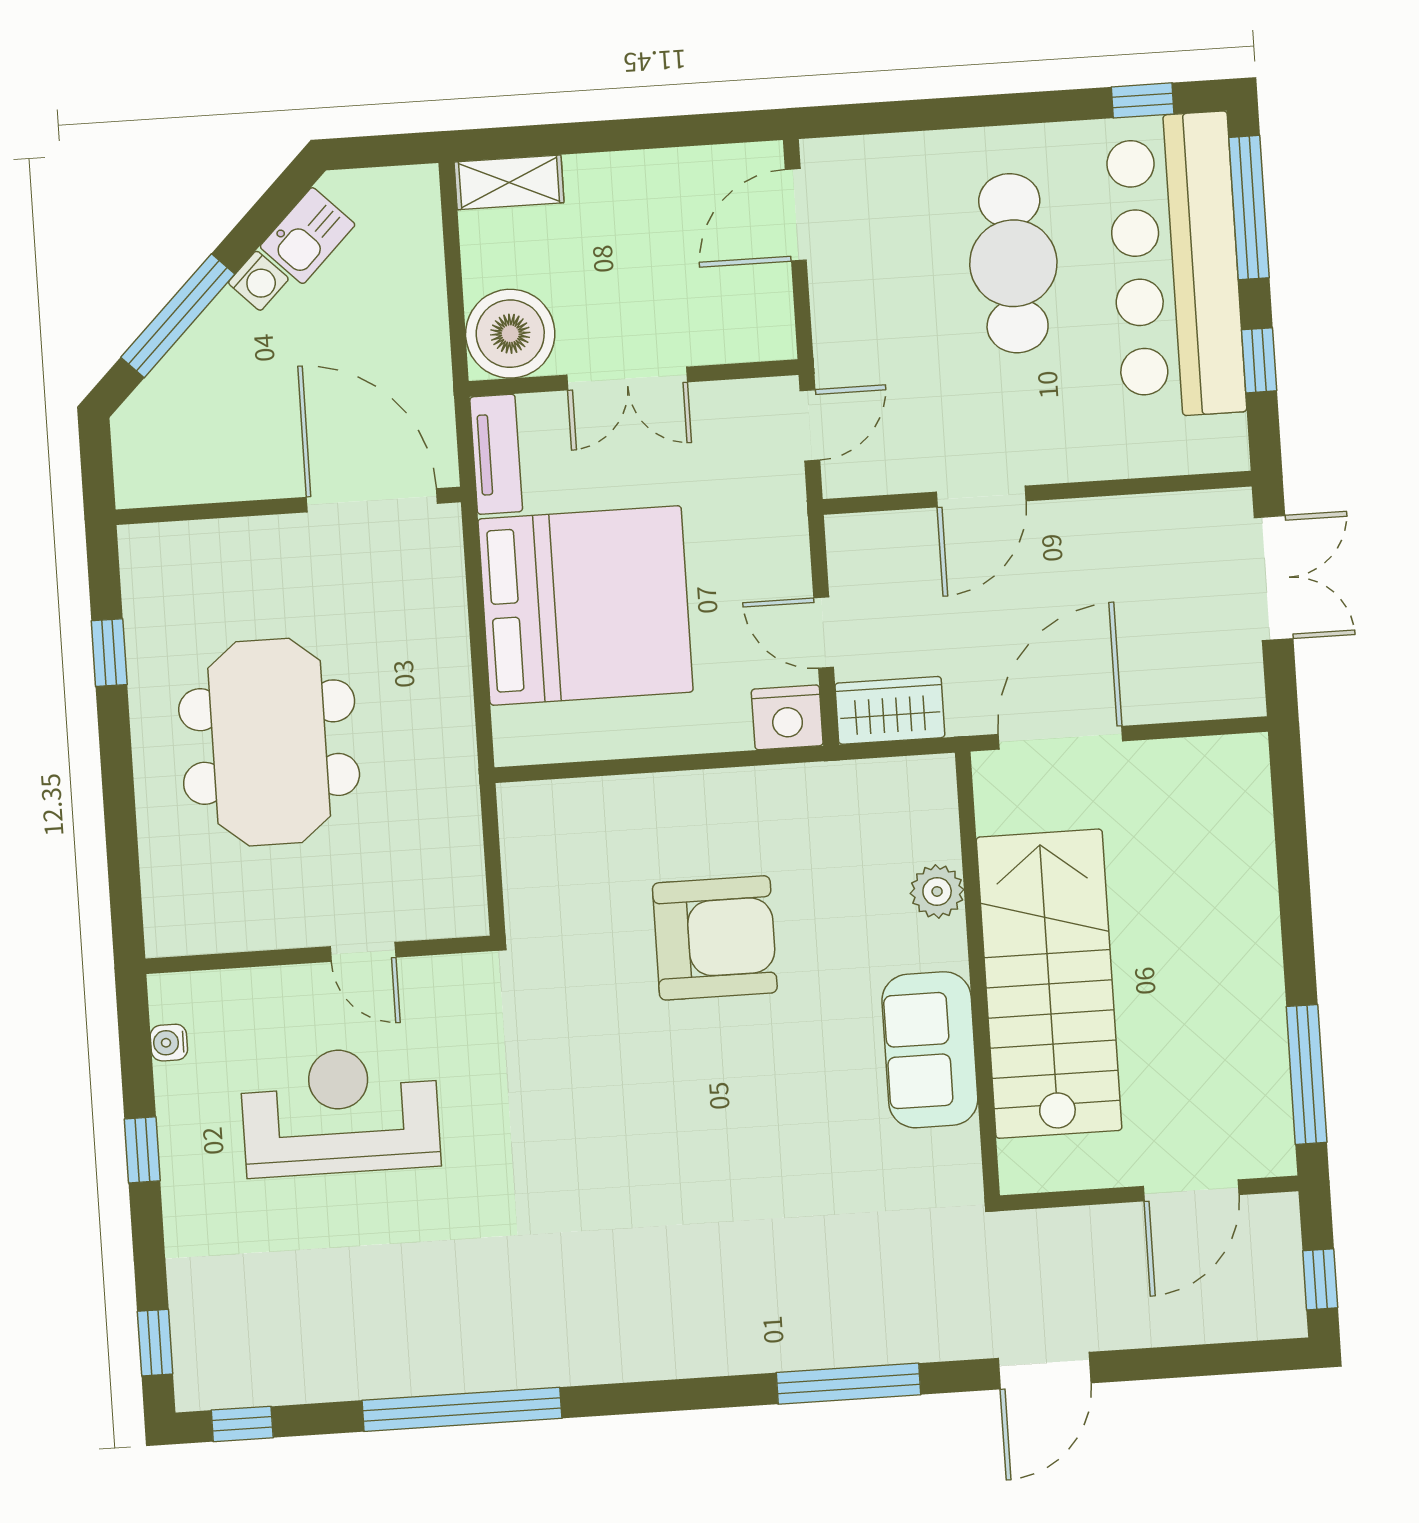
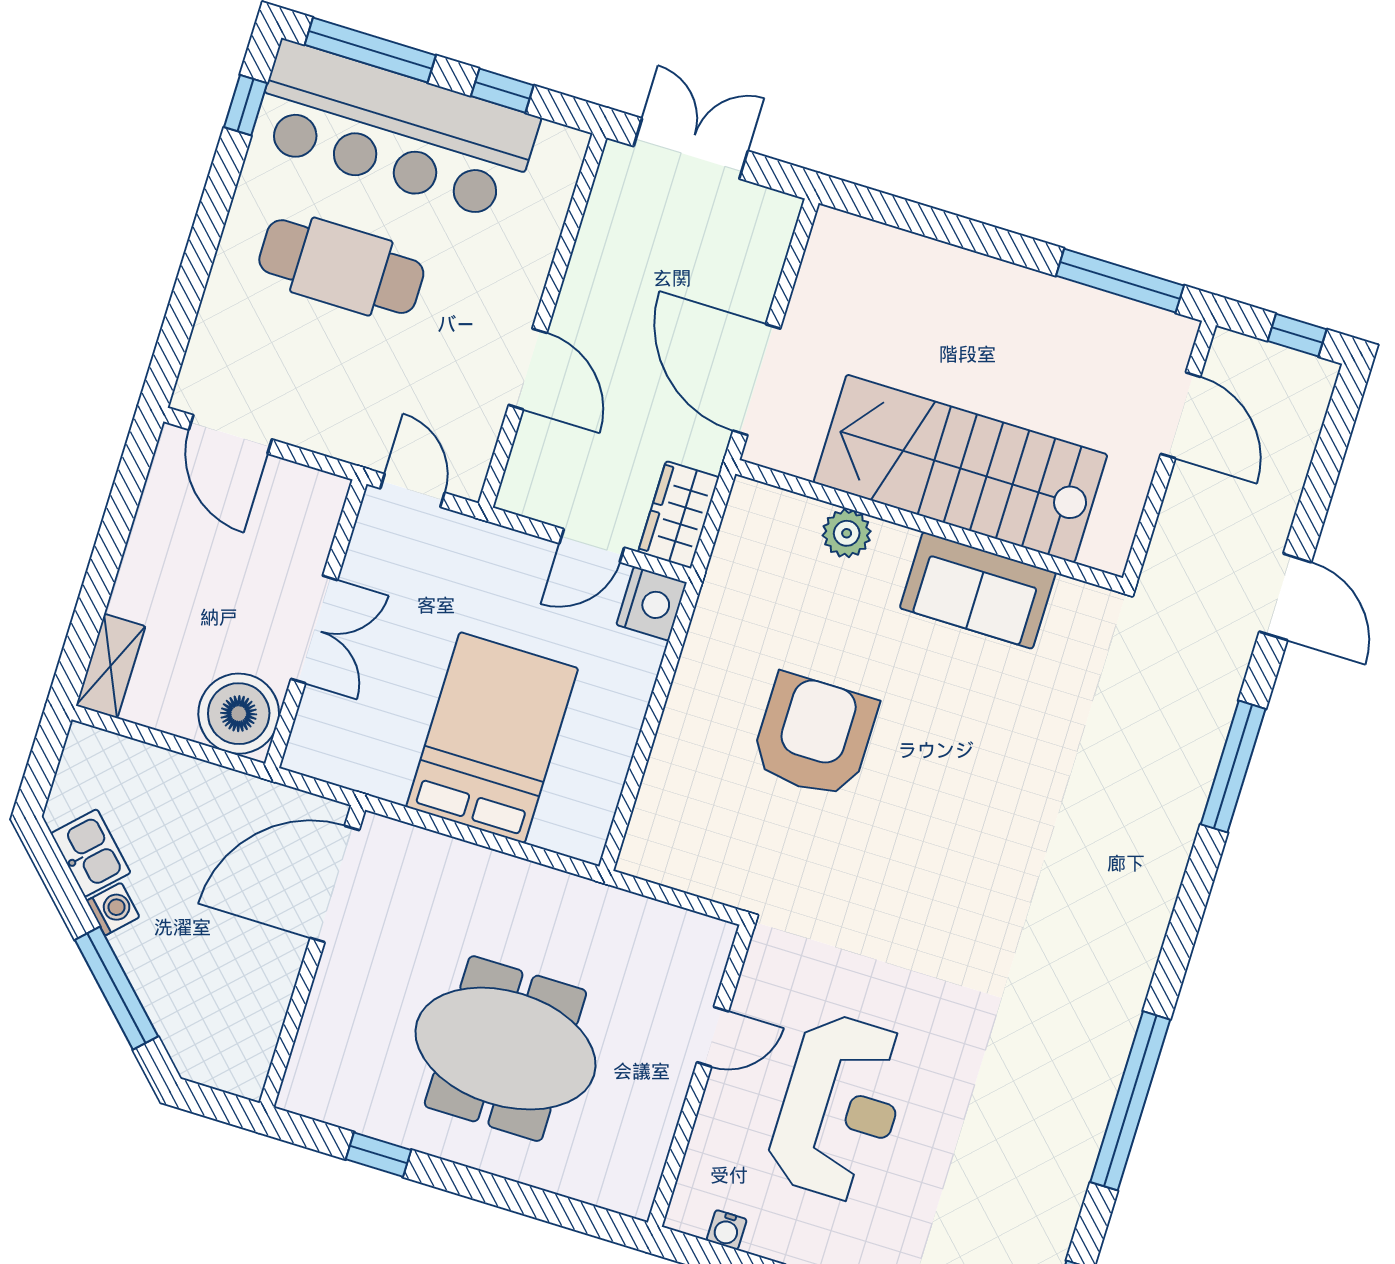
tv unit: (496, 454) -> (336, 764), removed
bed: (586, 605) -> (492, 738), width x0.73
reception desk: (340, 1111) -> (840, 1107), turned 180

